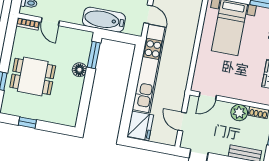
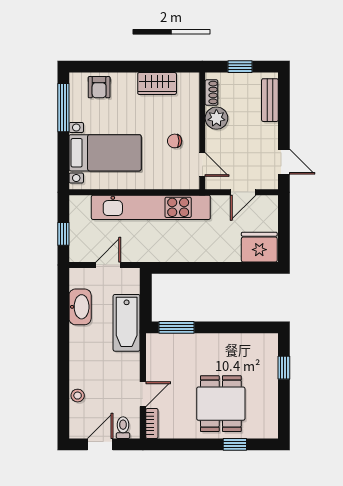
kitchen unit: (149, 69) -> (151, 207), moved, turned 180
floor lamp: (79, 70) -> (200, 343), removed
chair: (228, 79) -> (175, 141), added
window: (27, 123) -> (284, 368), moved

